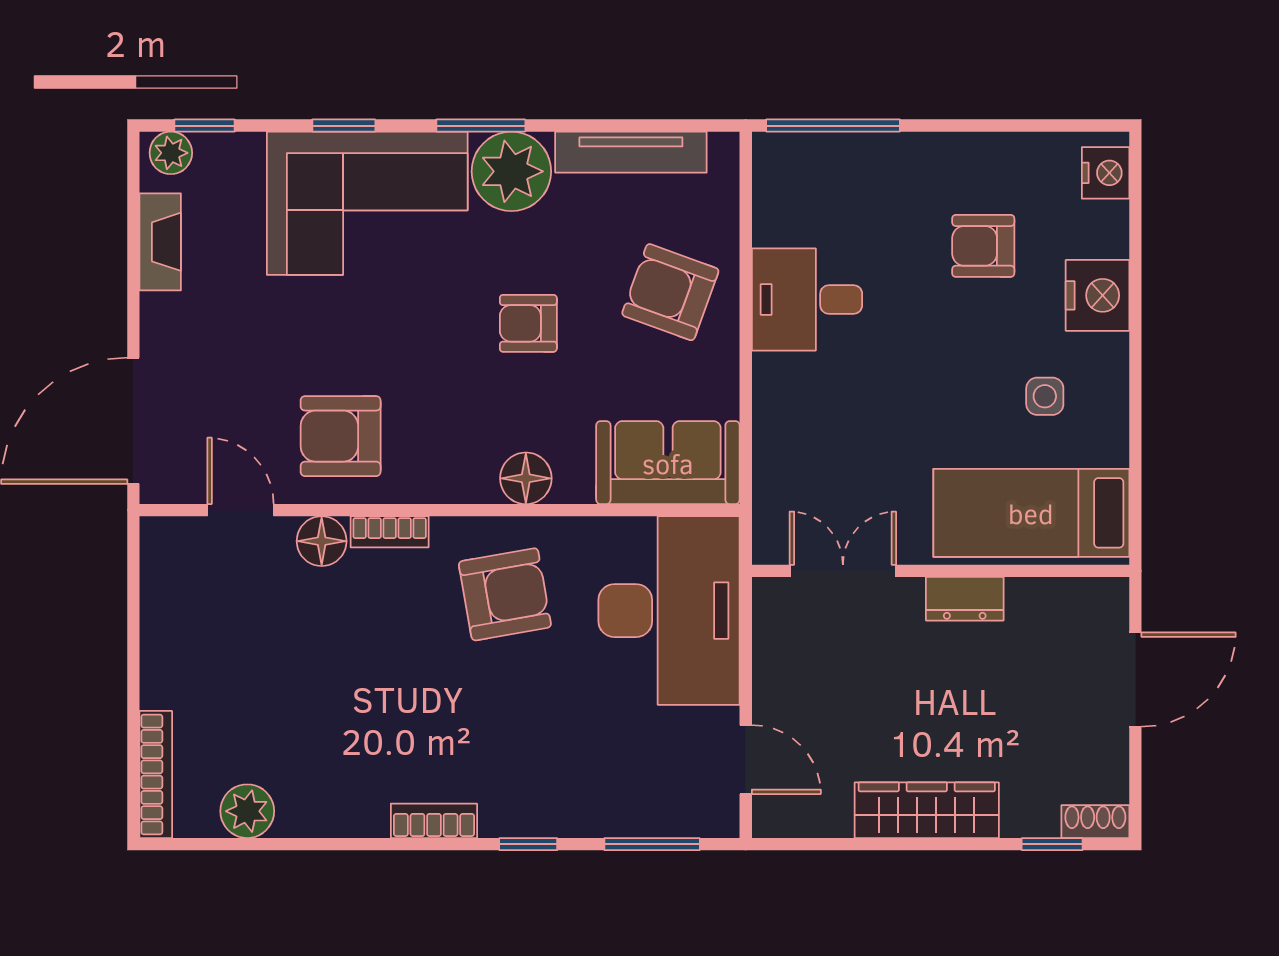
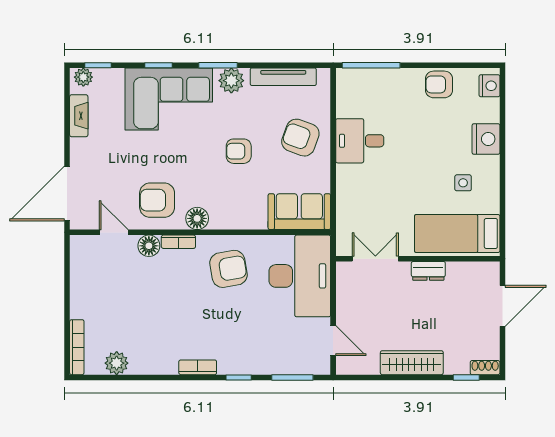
plant: (511, 171) -> (231, 81), width x0.73, depth x0.73
armchair: (983, 246) -> (439, 84), moved
floor lamp: (526, 478) -> (197, 218), moved

